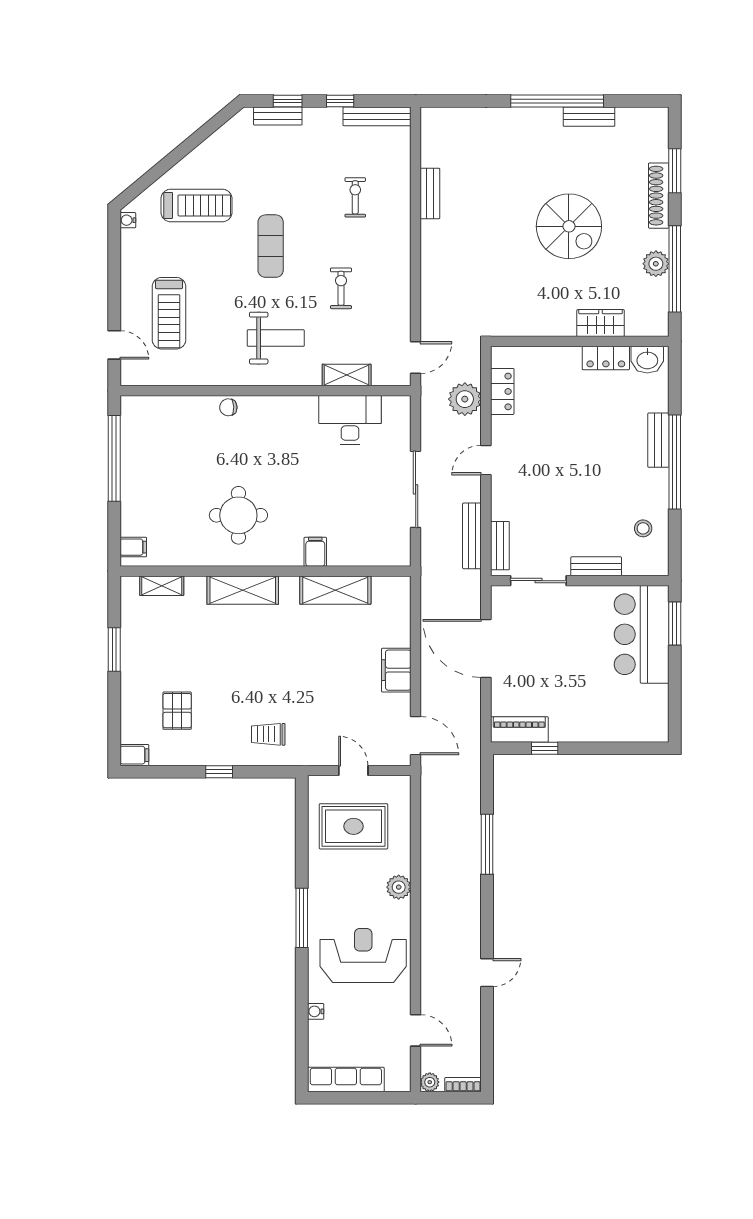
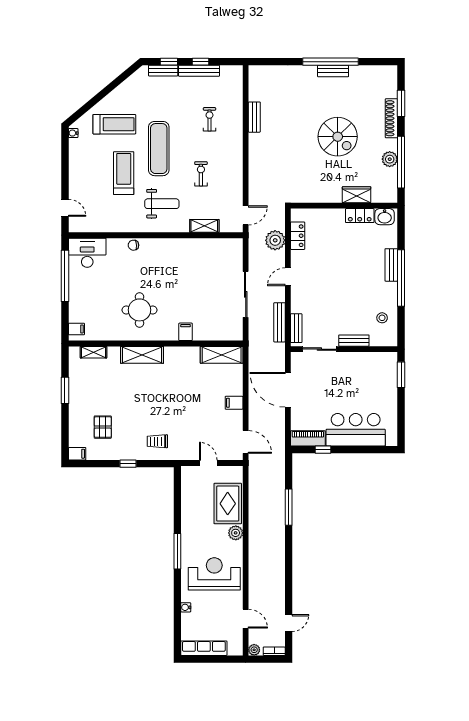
bench: (377, 116) -> (199, 71), moved
bench: (589, 117) -> (333, 71), moved
exercise mat: (271, 246) -> (159, 149), width x1.36, depth x1.45
treadmill: (169, 313) -> (124, 173), moved, turned 180
desk: (350, 420) -> (87, 253), moved
shelving: (335, 590) -> (222, 355), moved
bar counter: (642, 634) -> (356, 430), moved, turned 90
filing cabinet: (396, 670) -> (234, 403), width x0.50
rug: (353, 826) -> (228, 504), moved, turned 90
door: (487, 973) -> (289, 623), moved

